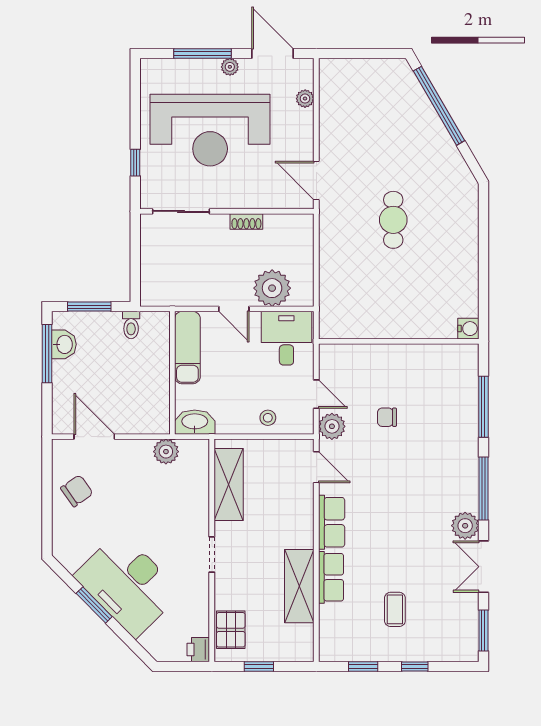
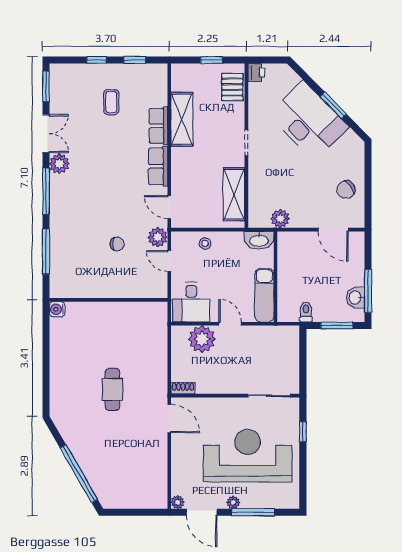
plant: (305, 99) -> (178, 502), moved
shoe rack: (246, 222) -> (183, 388), moved

